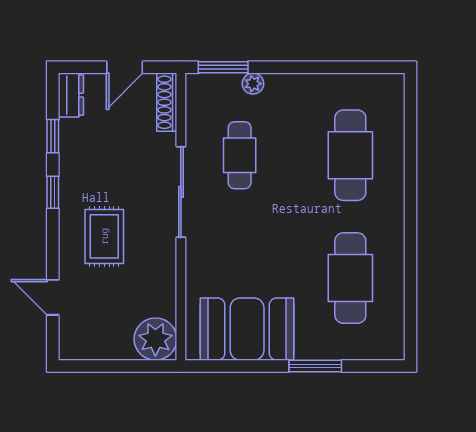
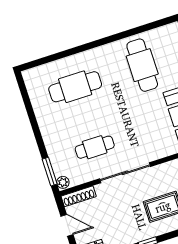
plant: (253, 84) -> (63, 182), moved
cafe table: (350, 278) -> (142, 65), turned 90

